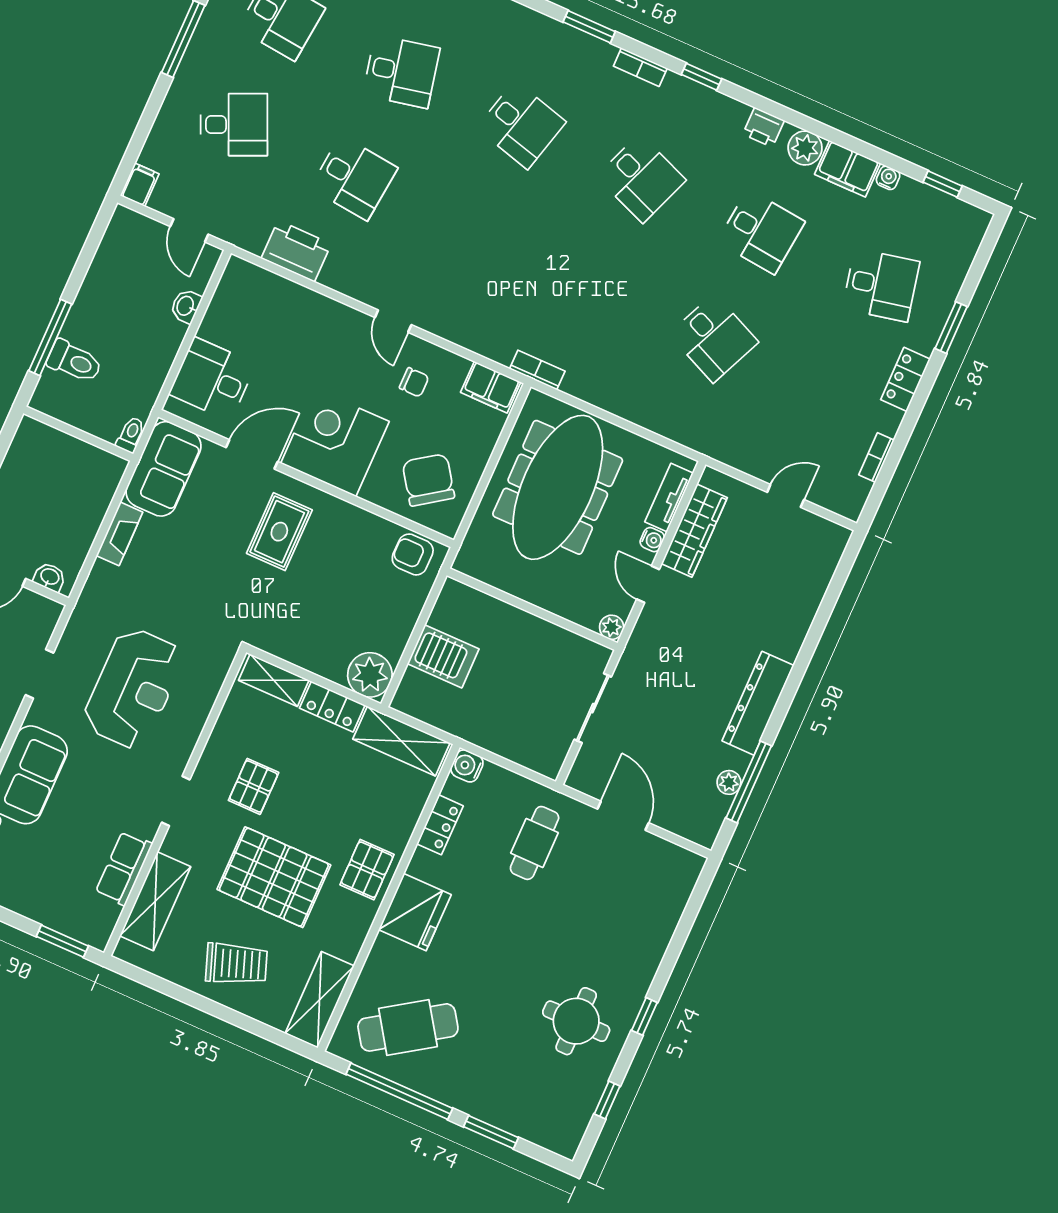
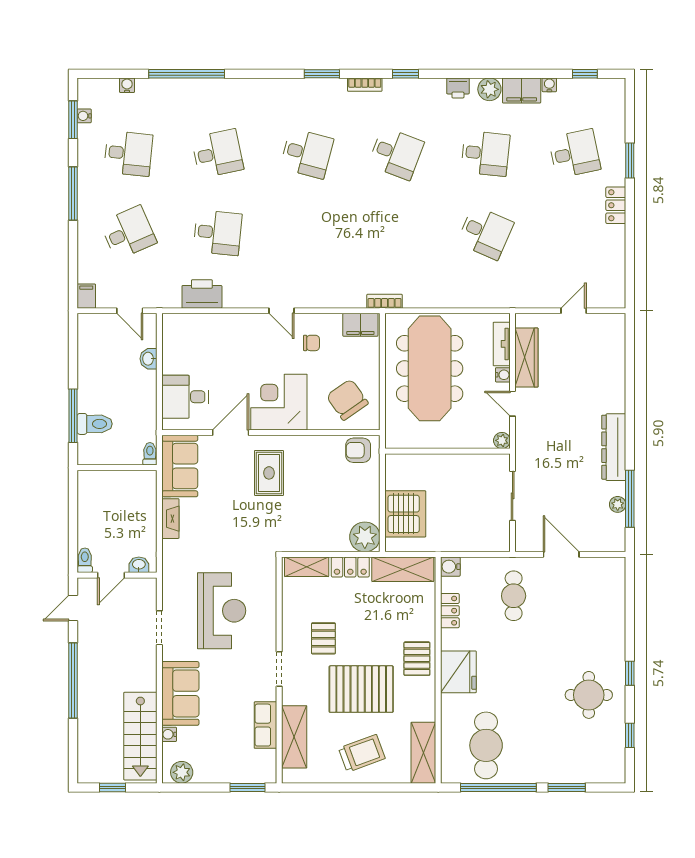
bookcase: (876, 457) -> (619, 262), removed
server rack: (443, 656) -> (405, 514), width x1.60
cafe table: (408, 1027) -> (486, 745), turned -56

